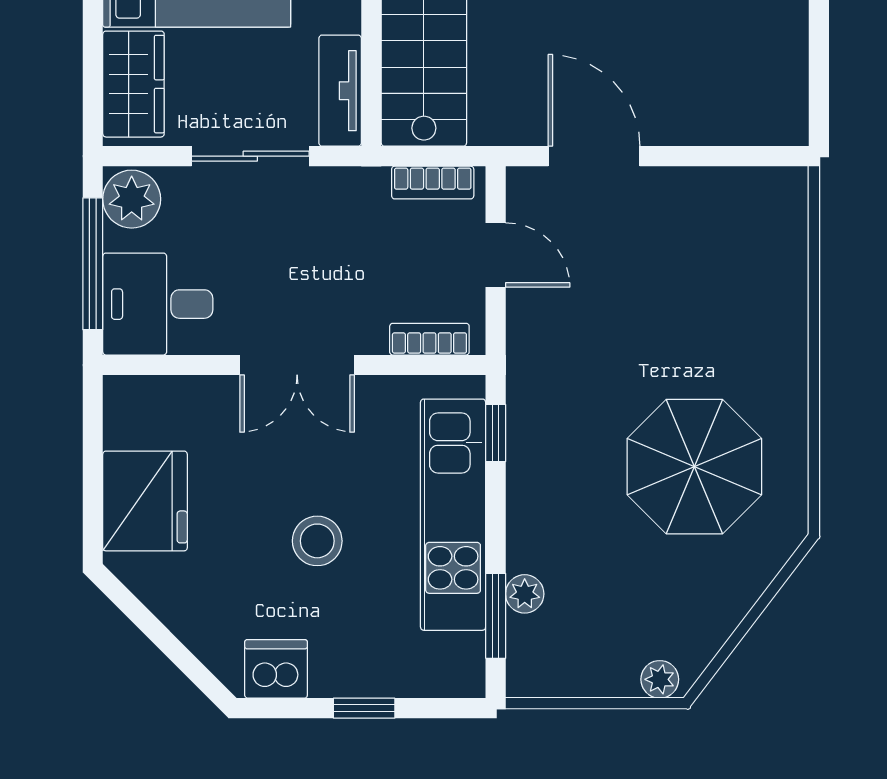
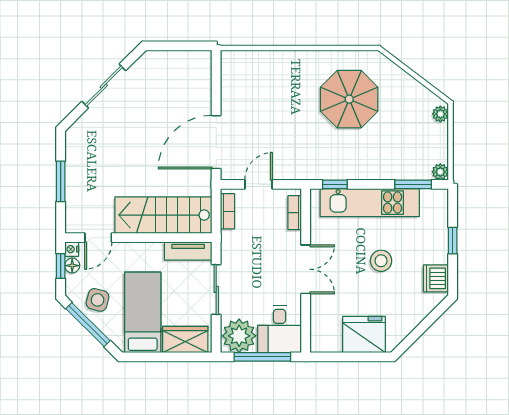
door: (594, 156) -> (216, 142), width x1.36
plant: (132, 199) -> (239, 336), width x1.36, depth x1.36
plant: (525, 594) -> (440, 172), moved

